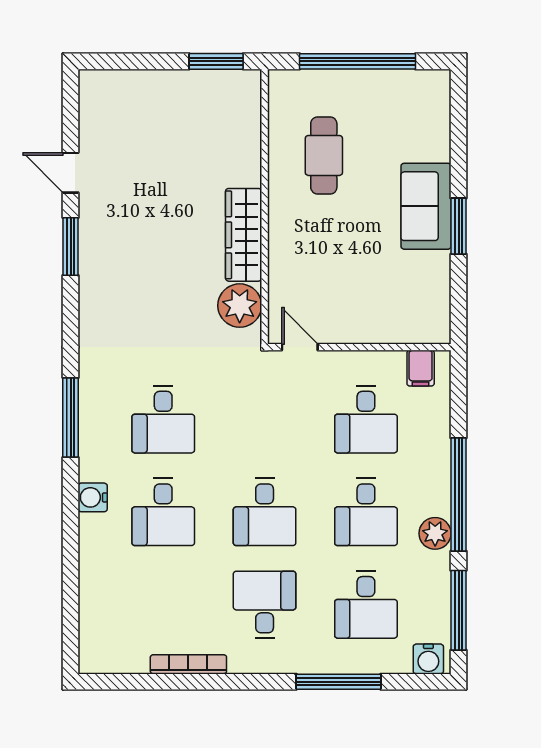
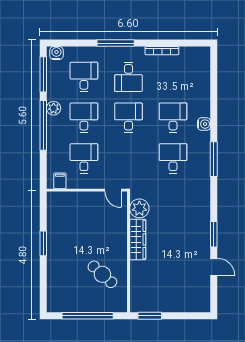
cafe table: (324, 155) -> (102, 274), turned -48
sofa: (426, 206) -> (57, 252), removed
window: (338, 682) -> (116, 43), moved

